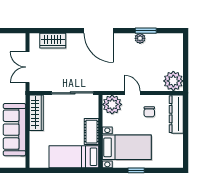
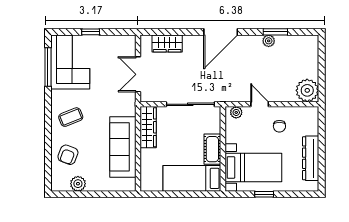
door: (99, 31) -> (221, 32), hinge flipped
plant: (112, 104) -> (236, 112), width x0.53, depth x0.53
dresser: (176, 114) -> (311, 158), moved

